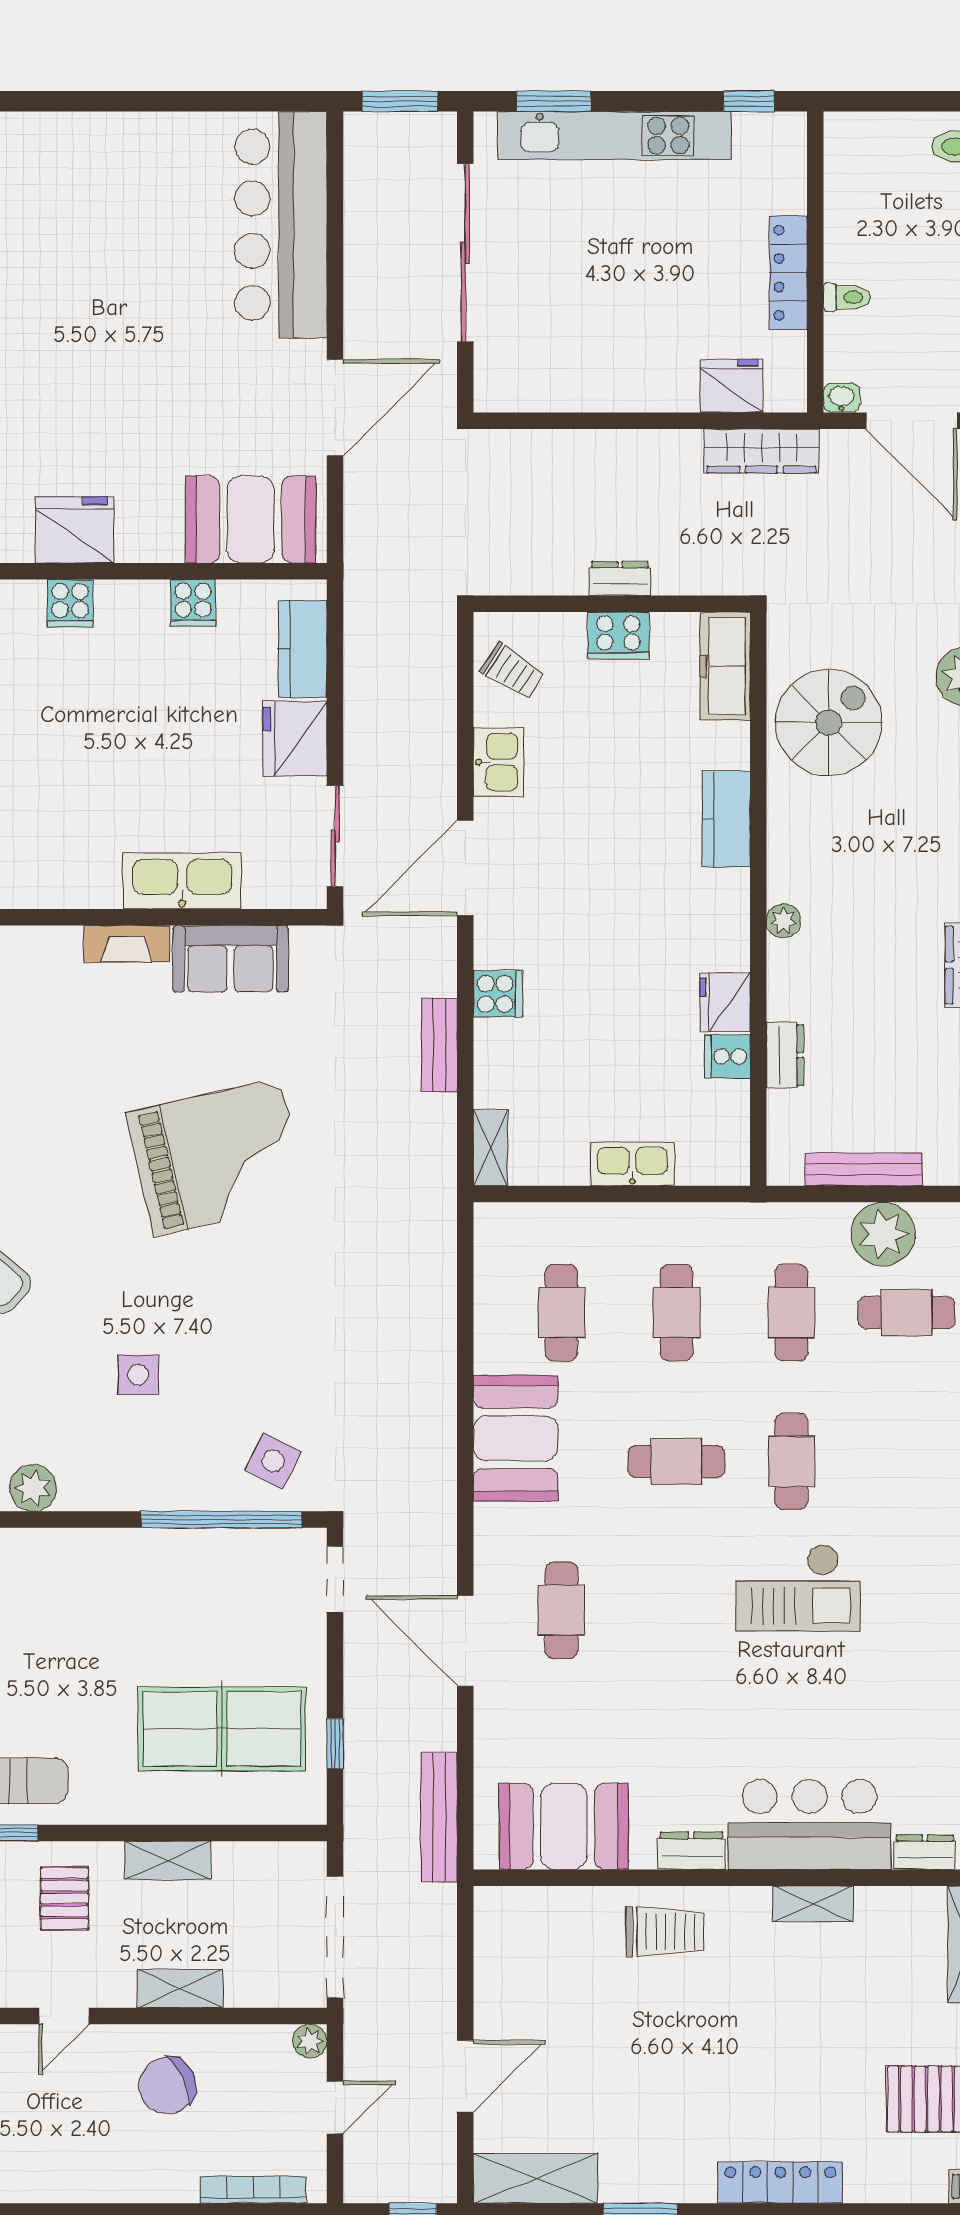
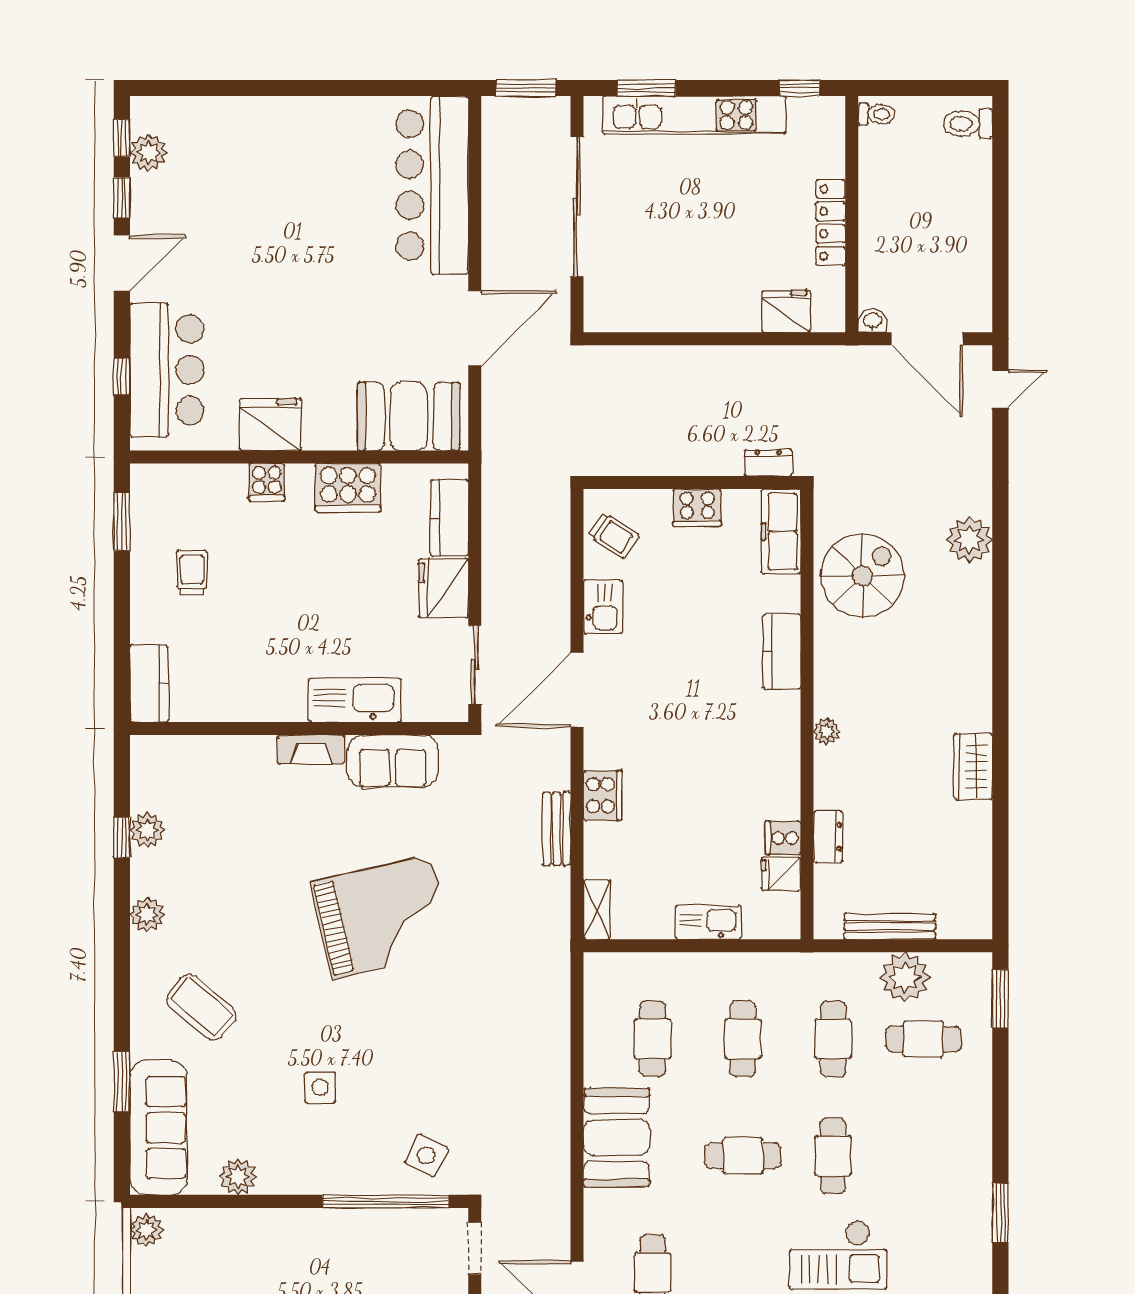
toilet: (847, 297) -> (876, 114), moved
wardrobe: (762, 451) -> (810, 363), removed
dresser: (620, 579) -> (768, 463), moved
cooker: (193, 603) -> (348, 488), width x1.87, depth x1.31
cooker: (498, 994) -> (603, 795), width x1.36
fridge: (725, 1002) -> (781, 874), moved, width x0.72

